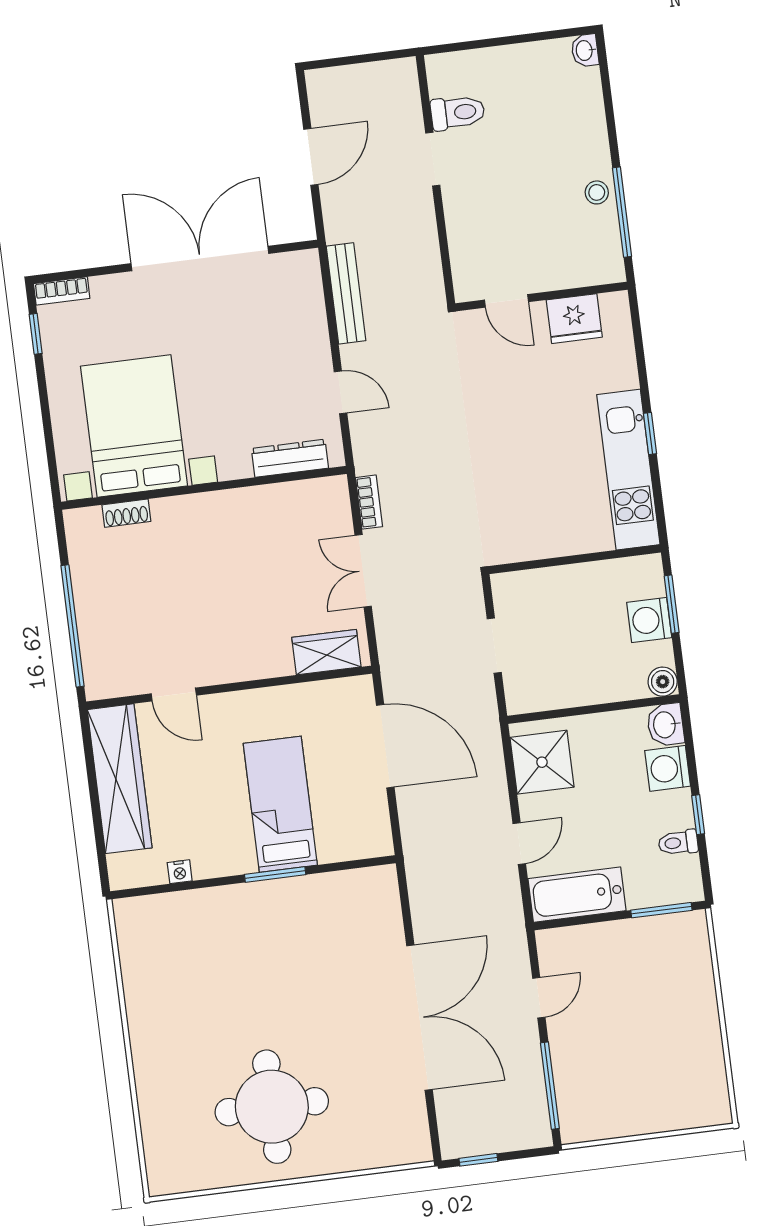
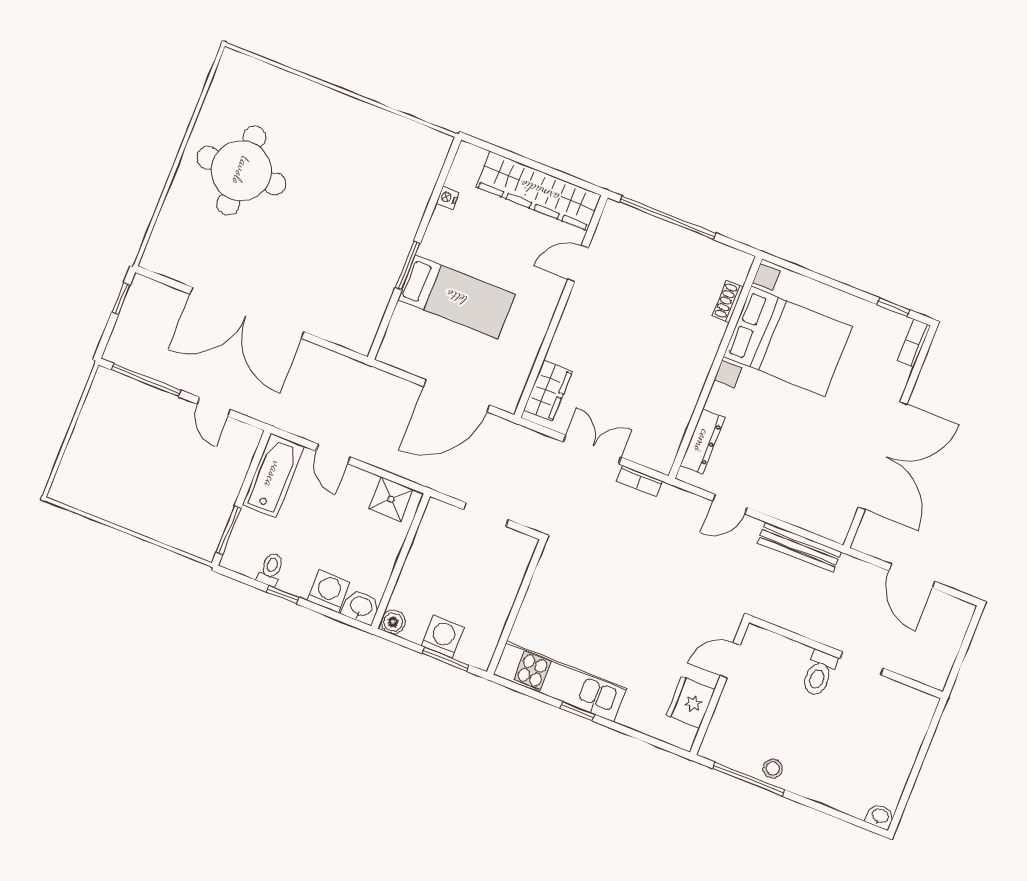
toilet: (458, 113) -> (819, 673), moved
shower: (542, 762) -> (391, 499), width x0.73, depth x0.73

